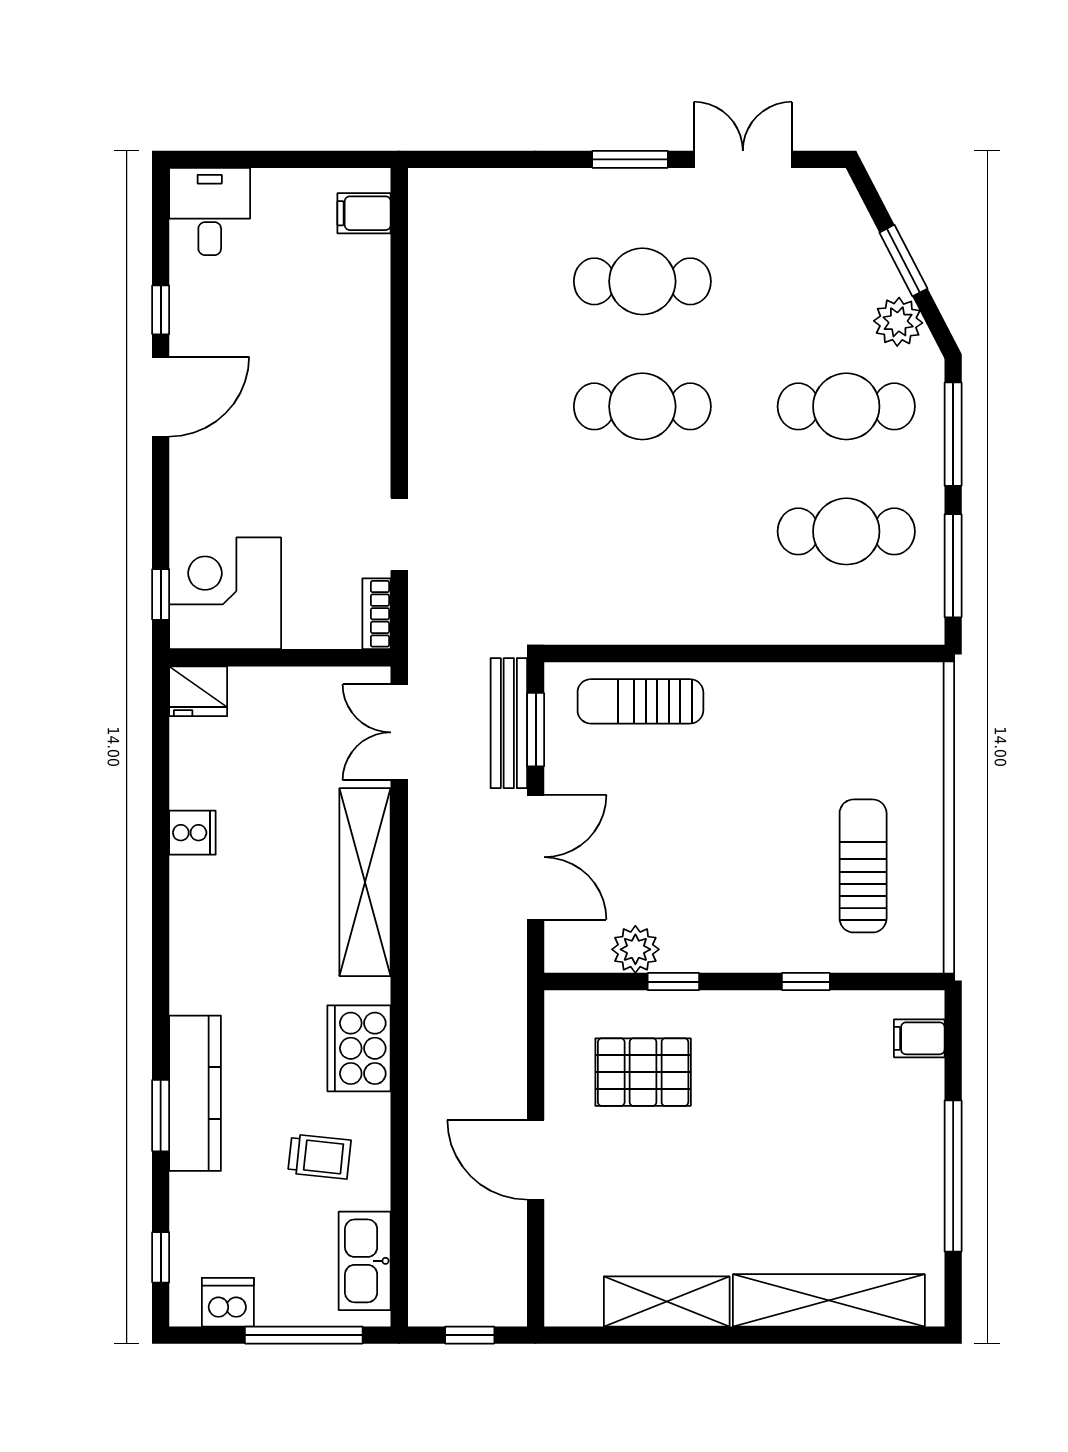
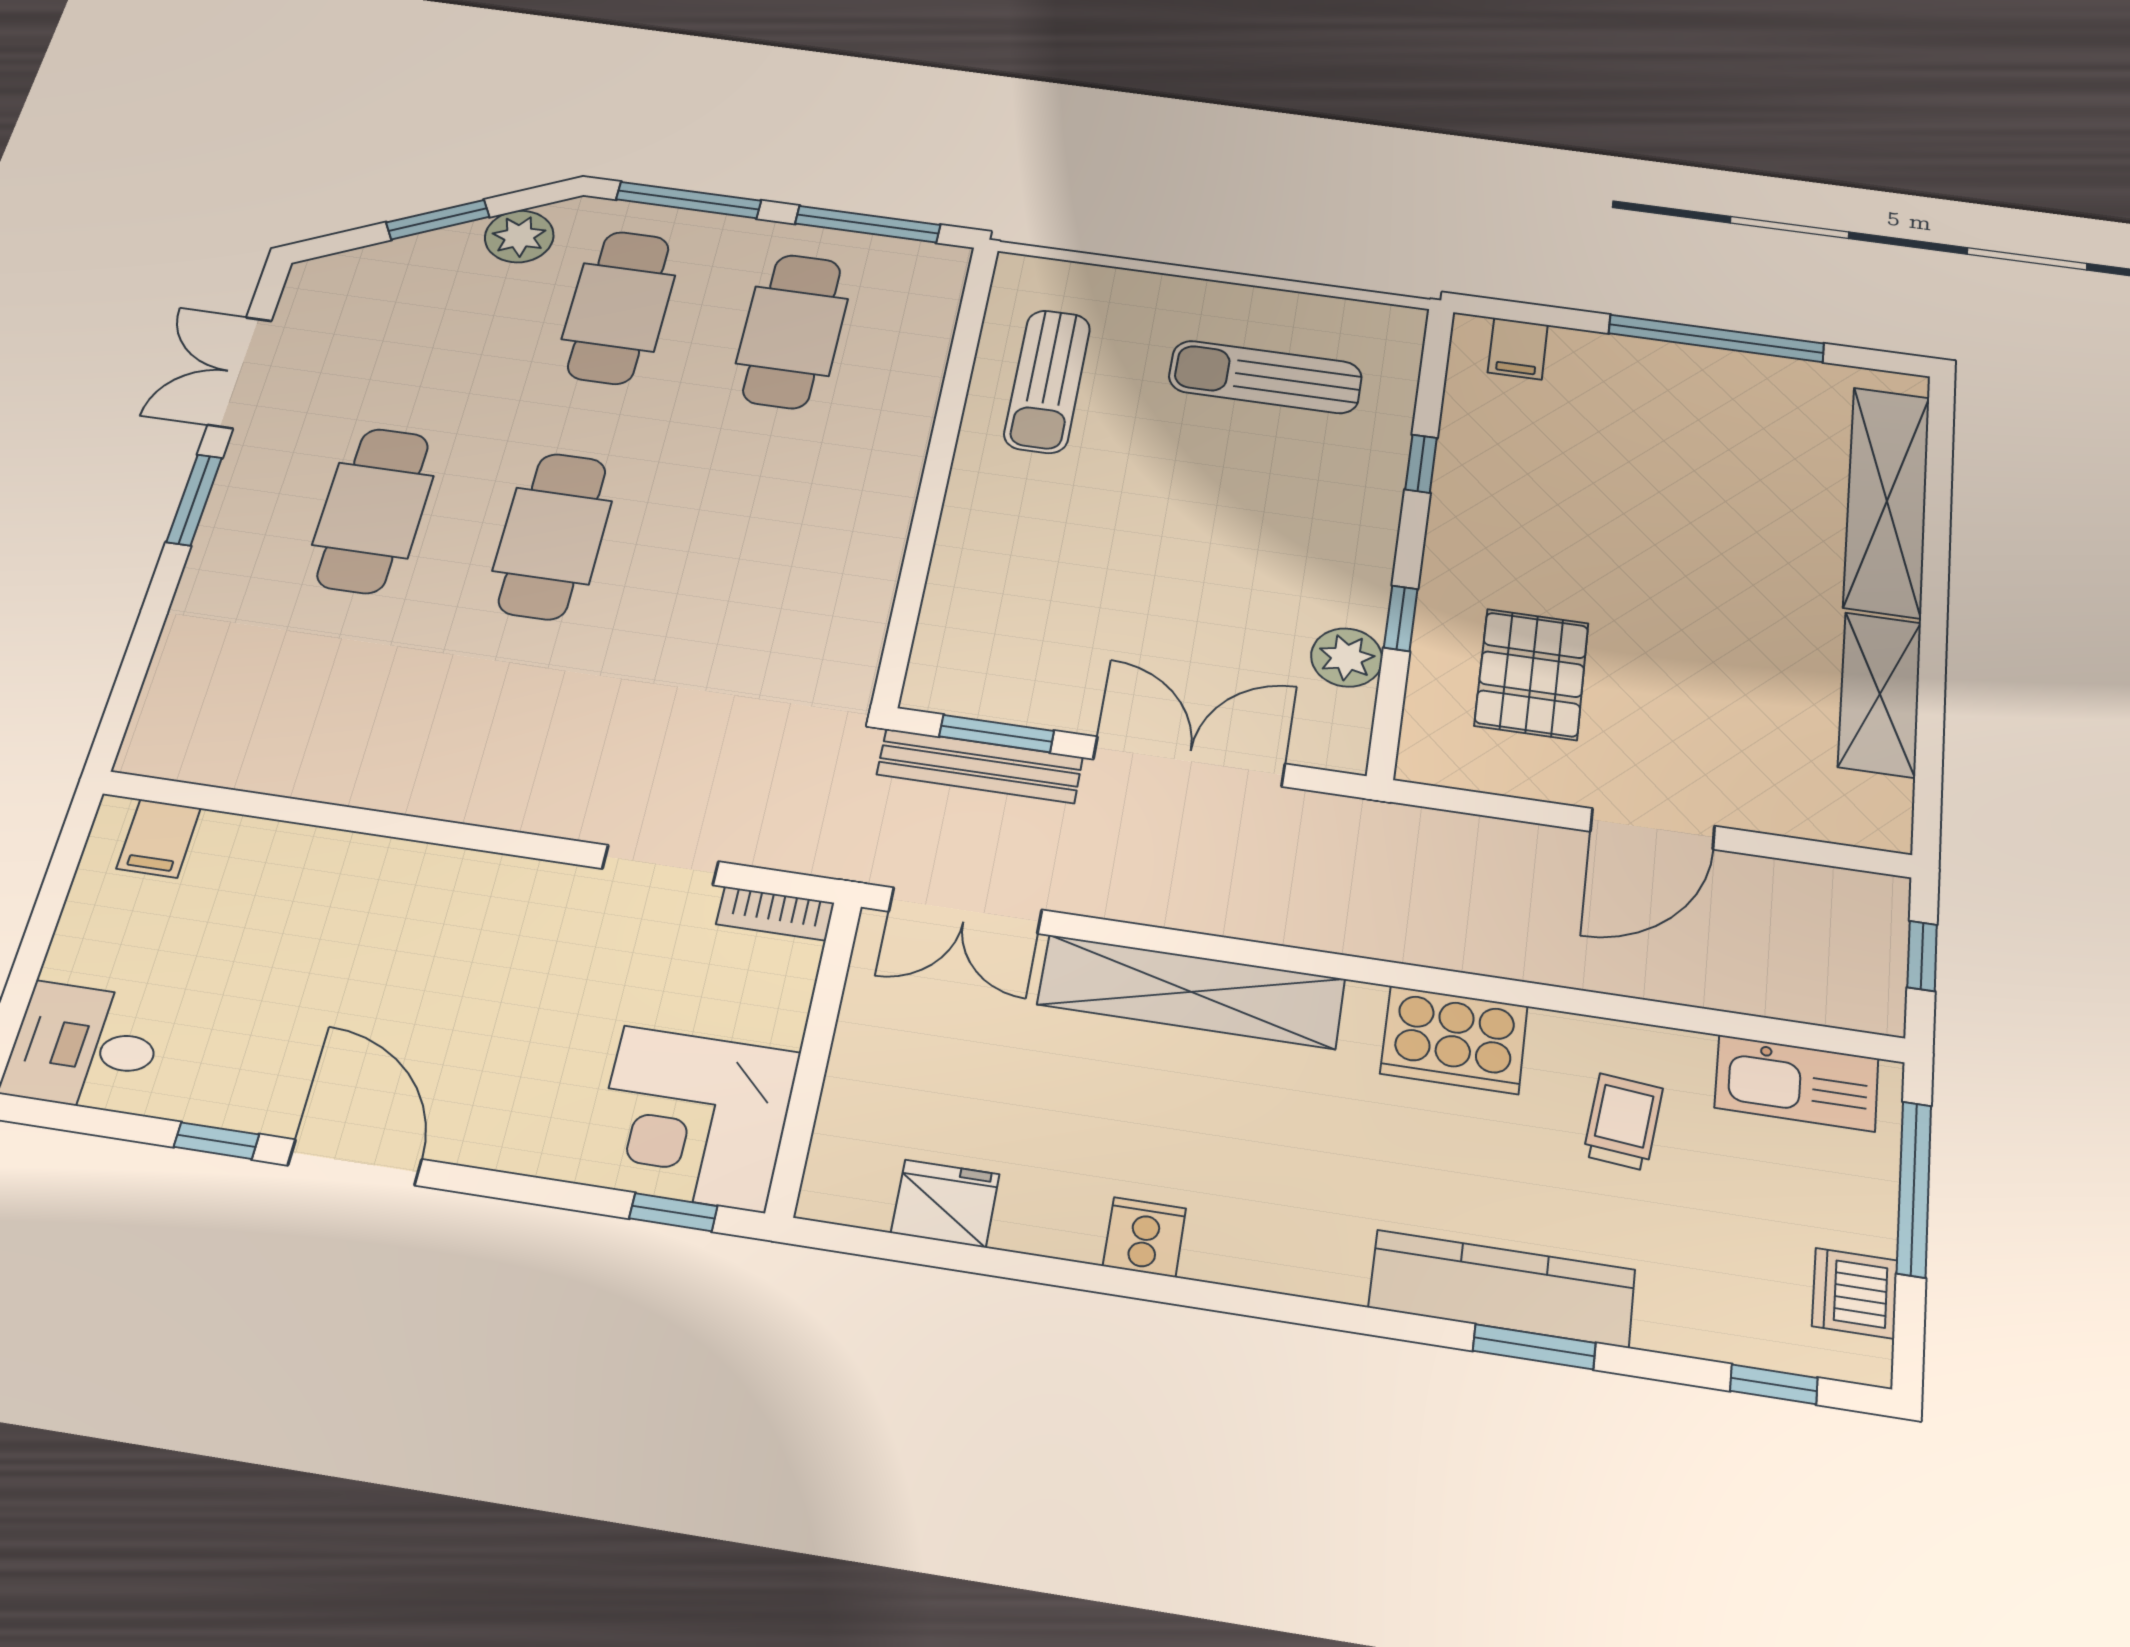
fridge: (198, 691) -> (945, 1203), moved, turned -90
sun lounger: (640, 701) -> (1047, 381), moved
cooker: (192, 833) -> (1145, 1237), moved

